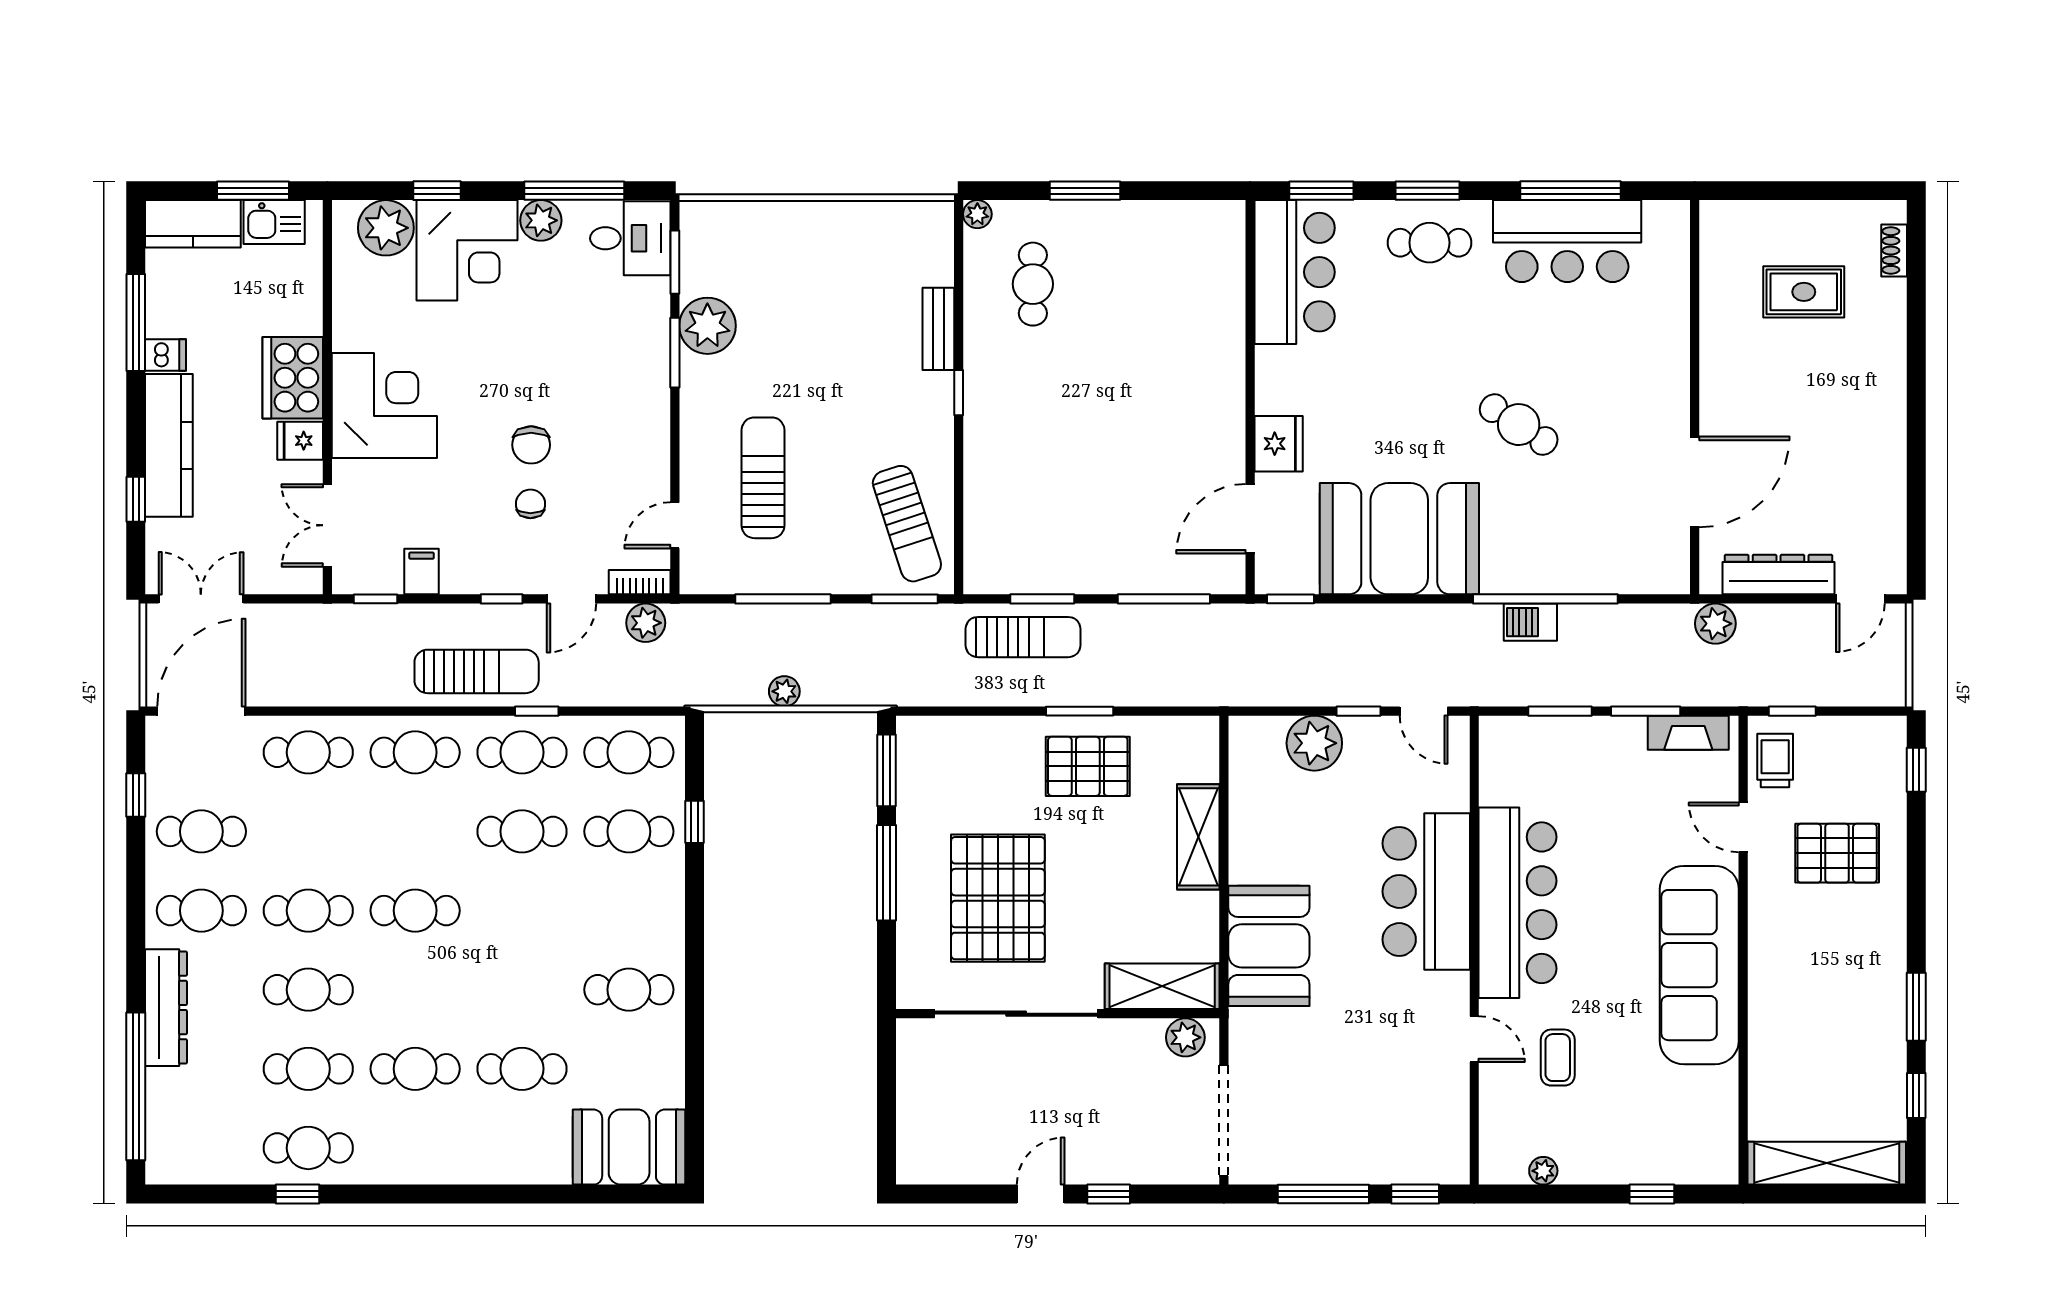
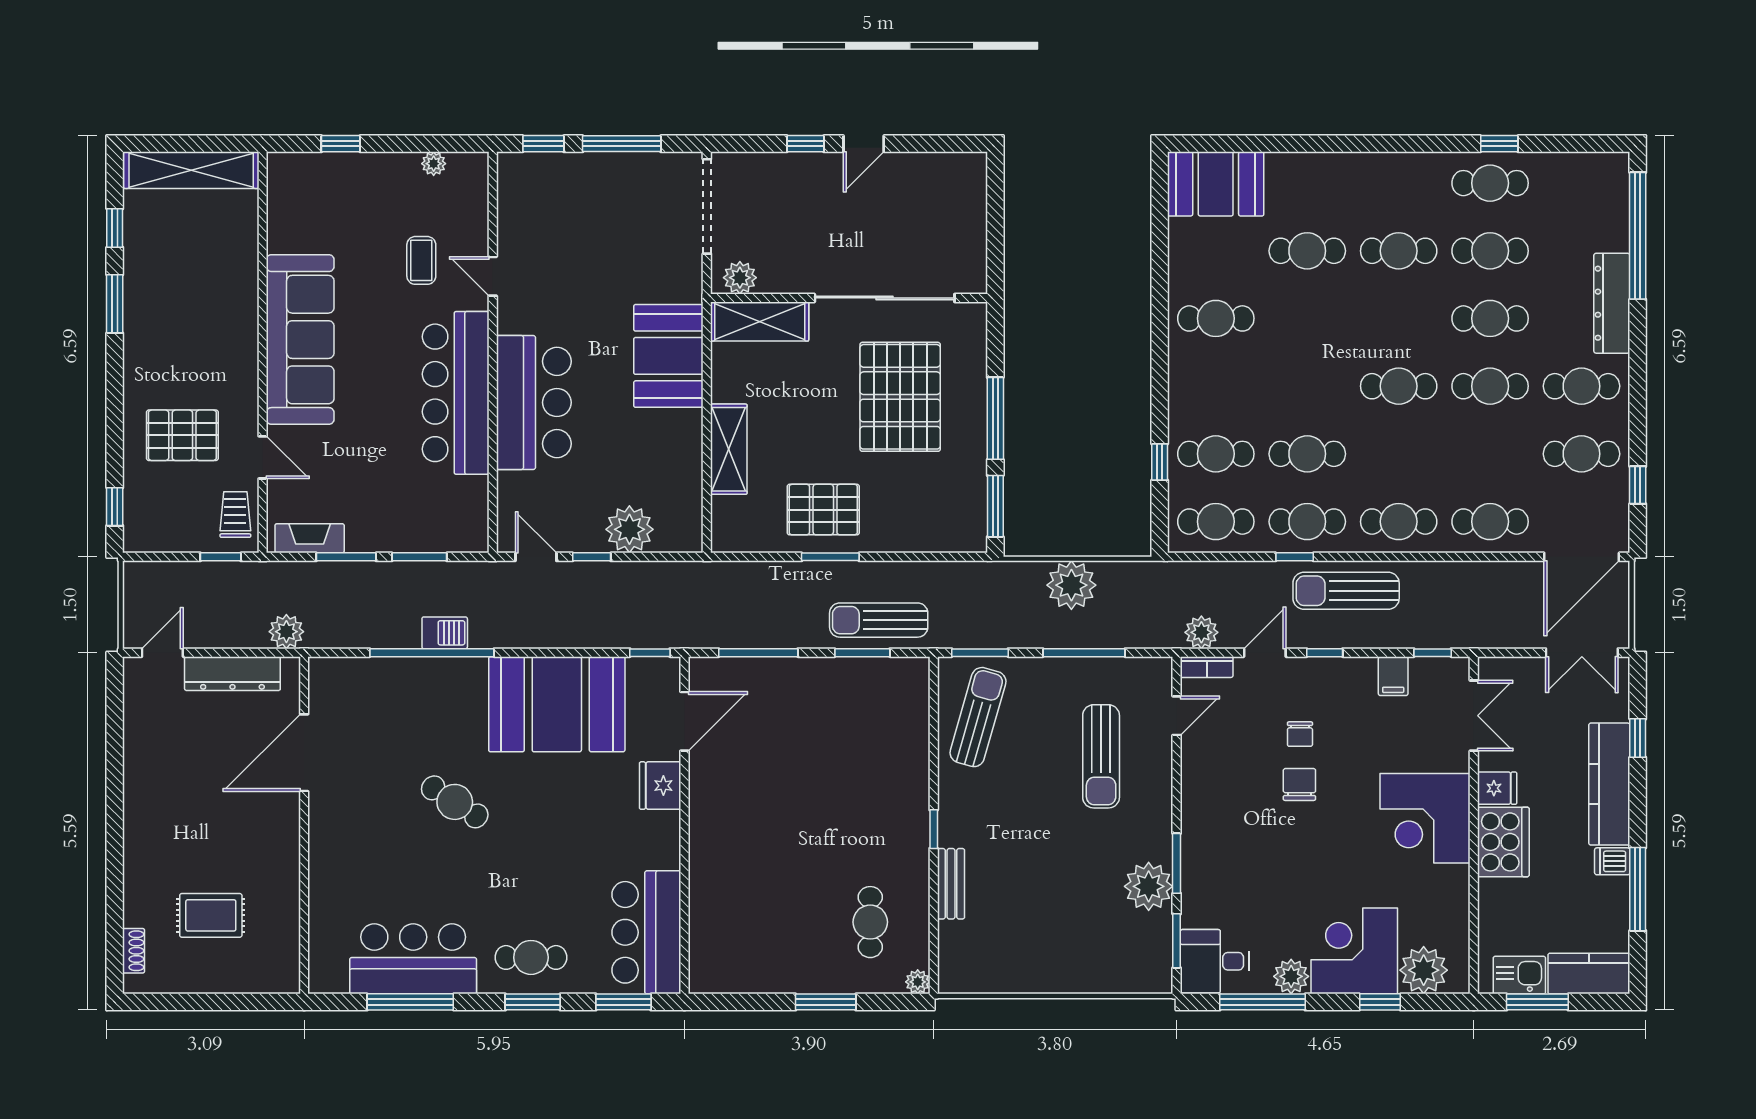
sun lounger: (907, 524) -> (978, 717), turned 34
plant: (784, 691) -> (1071, 585), width x1.87, depth x1.87
trolley: (1775, 761) -> (235, 515), turned 180

